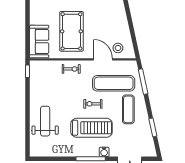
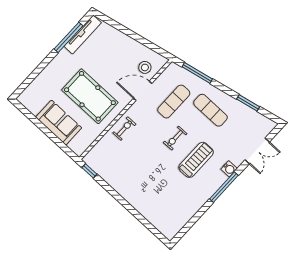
sofa: (39, 42) -> (59, 123), moved
exercise mat: (114, 83) -> (174, 102), width x0.73, depth x0.69
weight bench: (45, 121) -> (150, 197), removed
treadmill: (92, 128) -> (196, 160), width x0.73, depth x0.73

